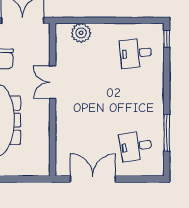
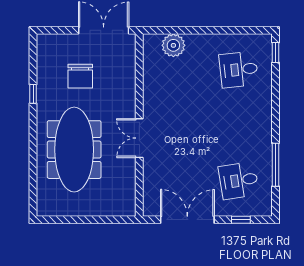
double door: (53, 82) -> (139, 138), moved
window: (138, 179) -> (241, 220), added

